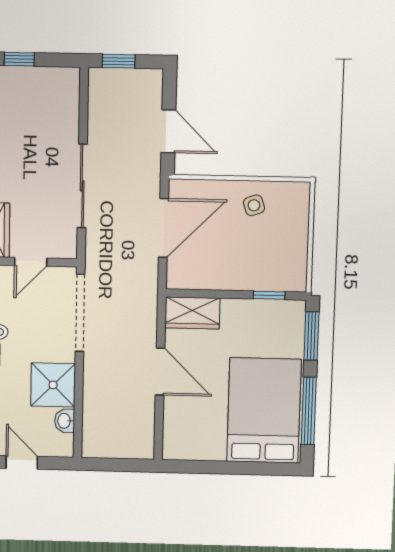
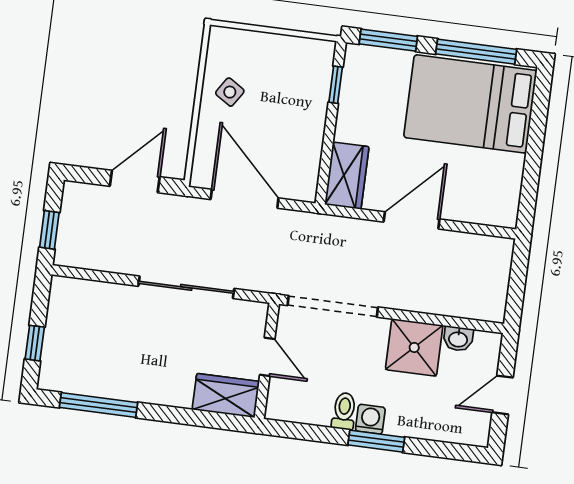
side table: (254, 205) -> (230, 92), turned -38

